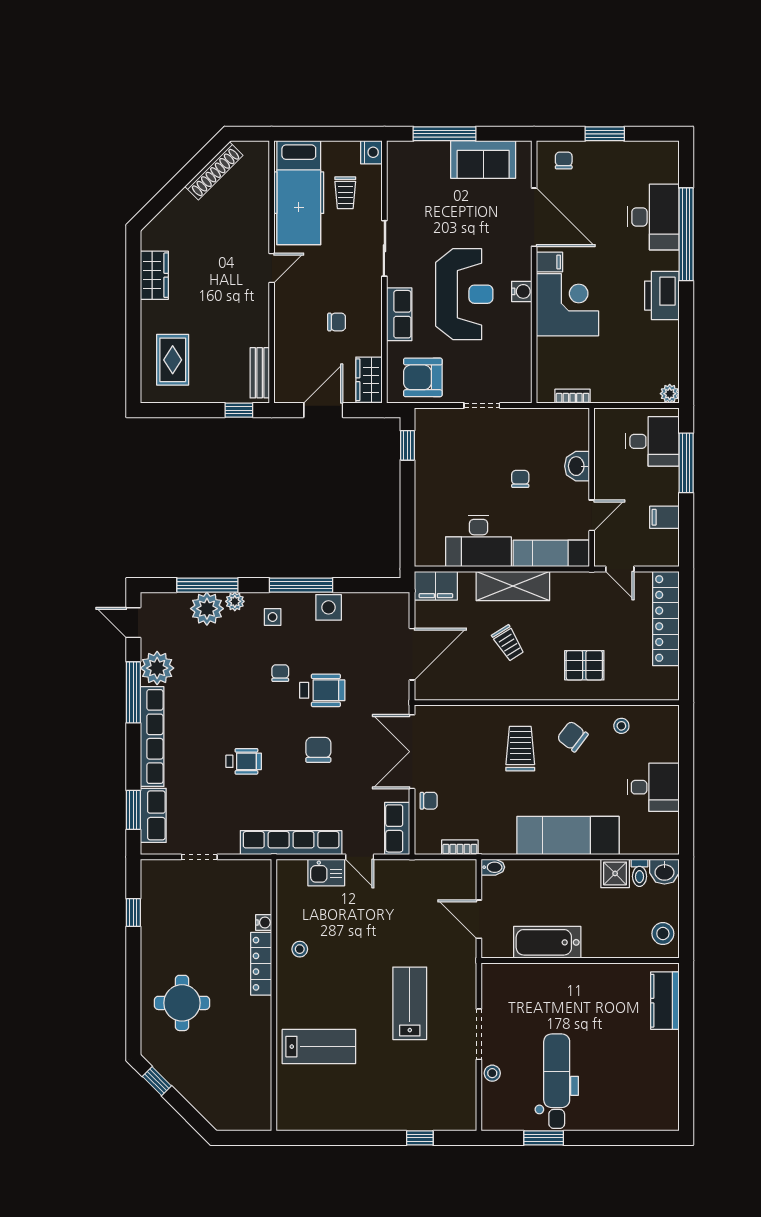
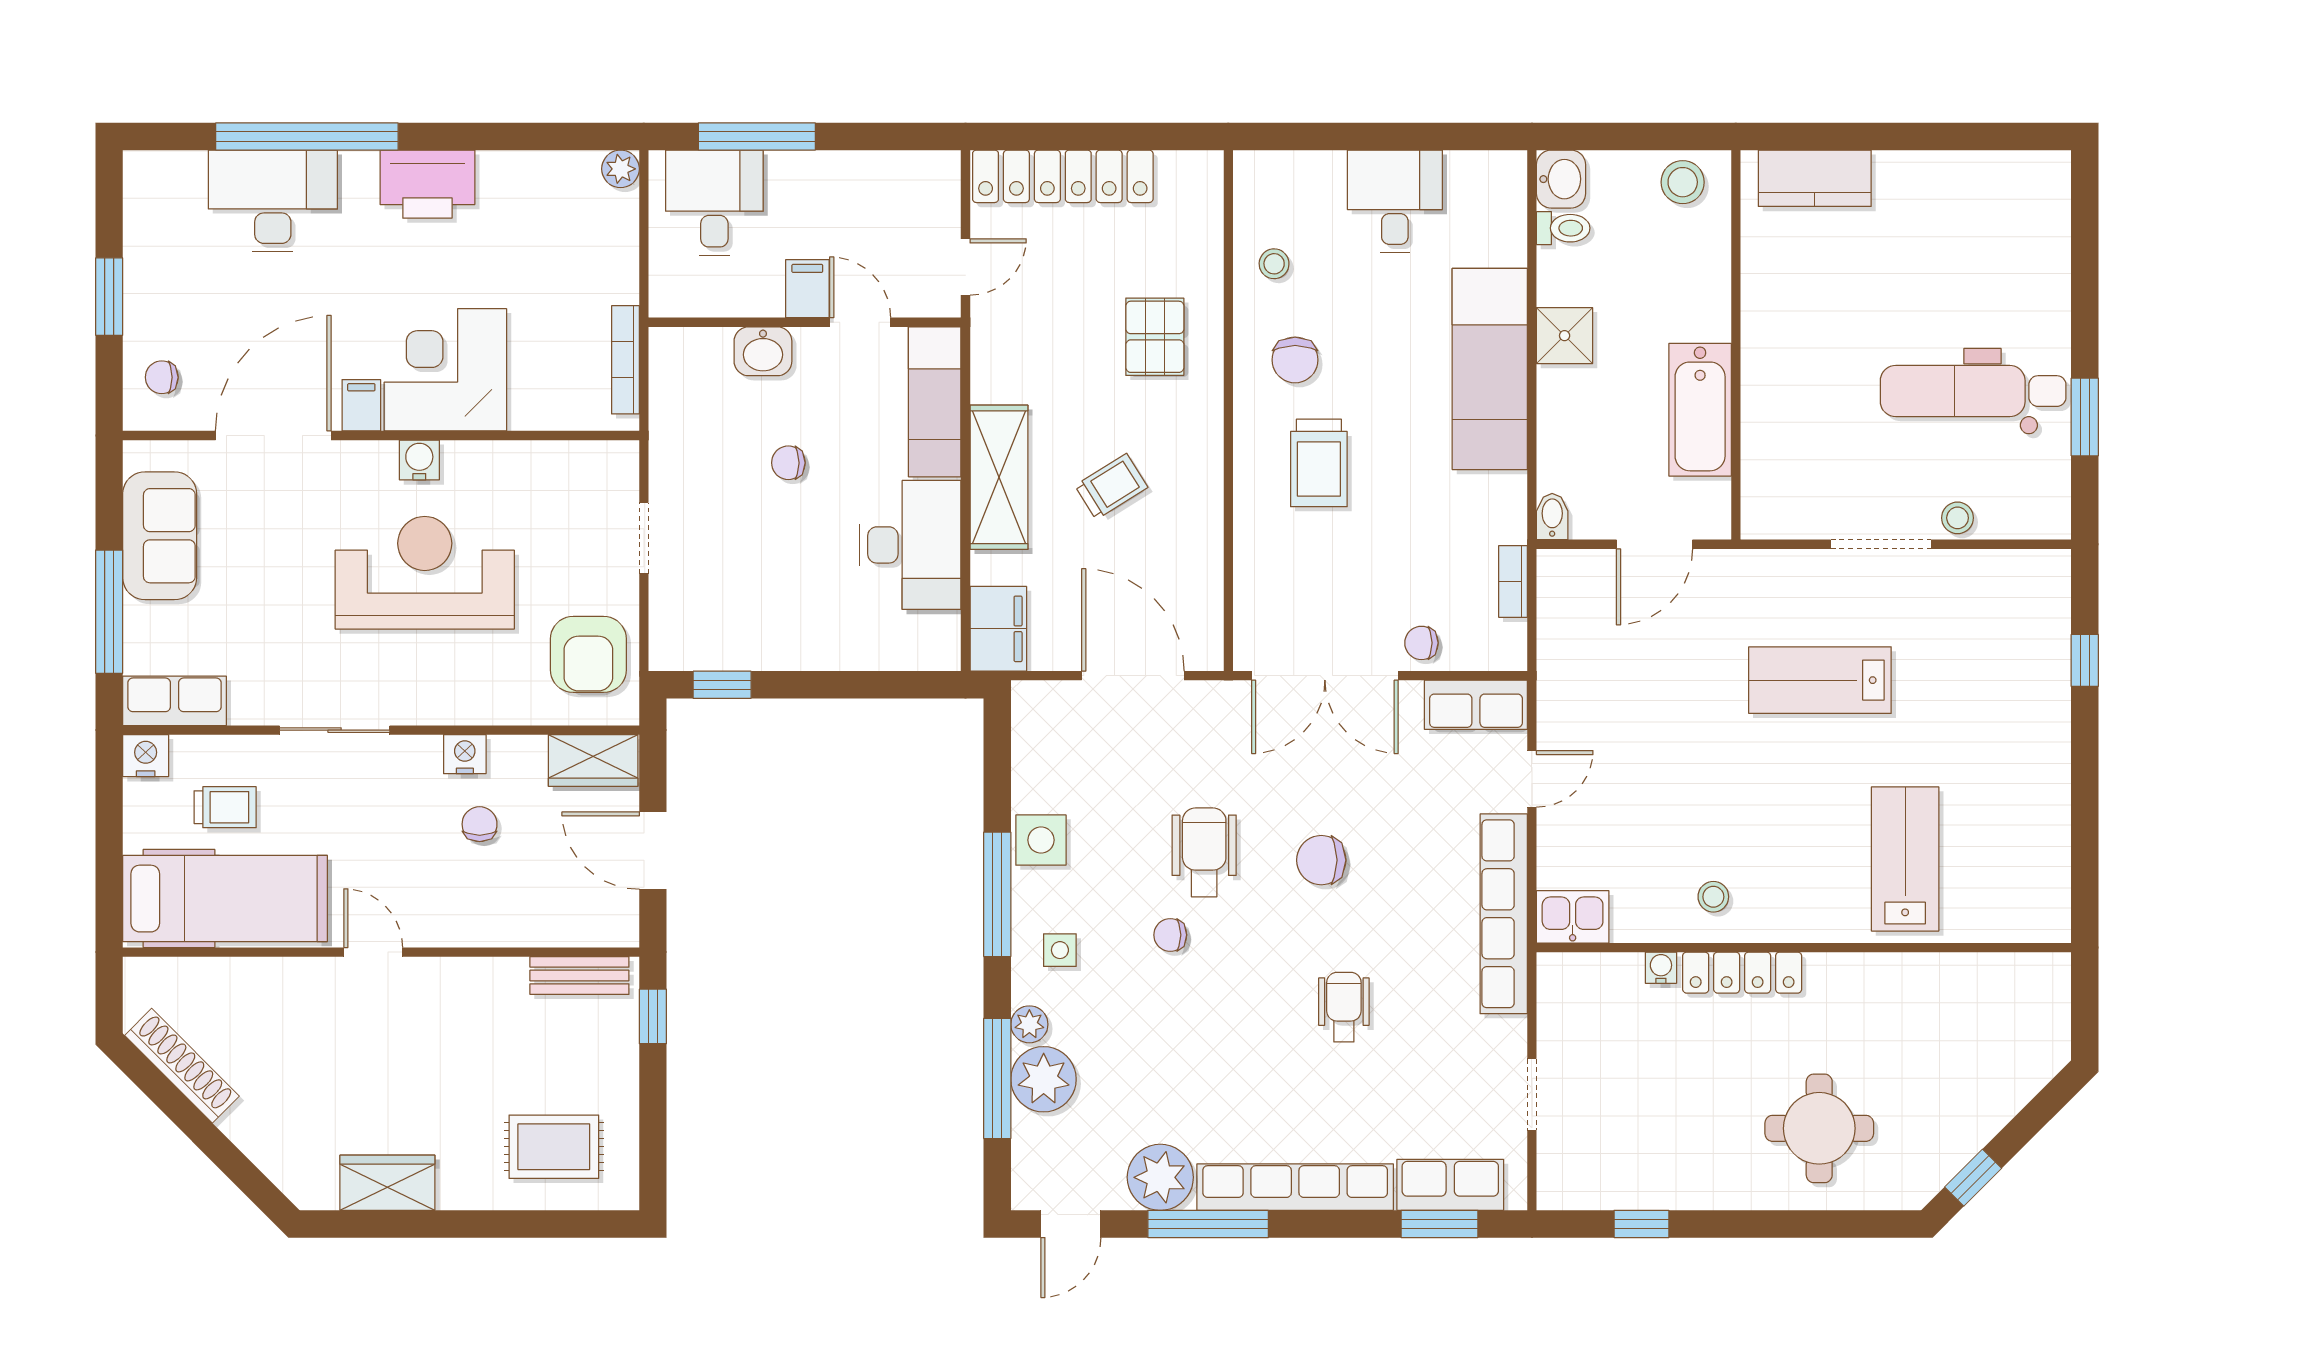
row of seats: (399, 314) -> (174, 701), moved
nightstand: (372, 315) -> (465, 754), added
bookcase: (573, 396) -> (625, 360), width x1.56
filing cabinet: (664, 517) -> (807, 289), moved, turned 180
chair: (573, 736) -> (1295, 360), turned -37
trolley: (520, 749) -> (1319, 463), turned -90
chair: (429, 801) -> (1421, 643), turned -90
kitchen sink: (326, 873) -> (1573, 917), moved, turned -90
shower: (615, 873) -> (1565, 336), moved

